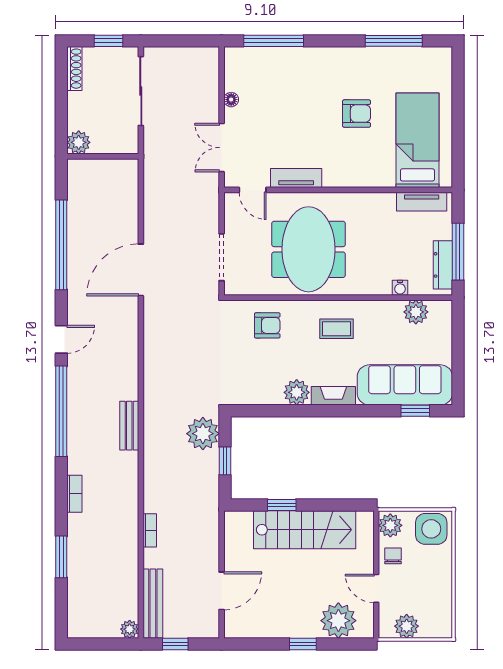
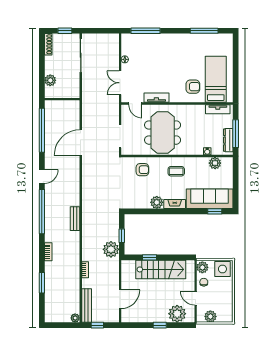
armchair: (357, 114) -> (193, 87), moved
wall: (103, 156) -> (62, 99), moved
plant: (203, 434) -> (111, 249), moved

